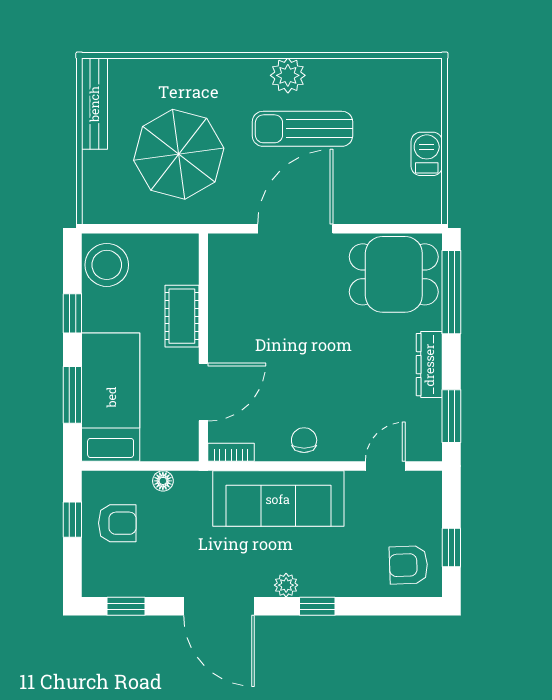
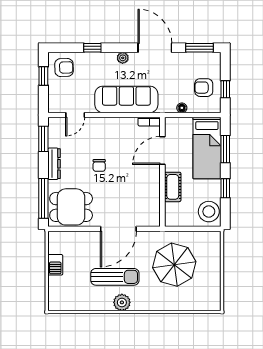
bench: (94, 104) -> (215, 289), removed
chair: (304, 440) -> (99, 165), moved
window: (126, 606) -> (200, 48), width x1.50
window: (317, 606) -> (92, 48), moved

